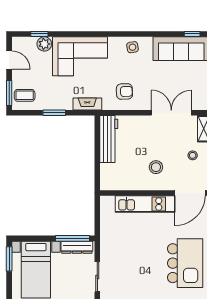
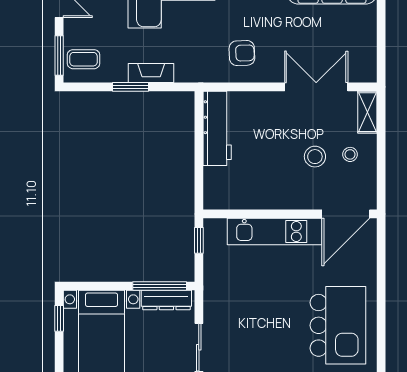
fireplace: (87, 104) -> (151, 73), moved
stool: (156, 167) -> (315, 157), moved
window: (97, 210) -> (199, 240), added
window: (9, 259) -> (59, 318), width x0.67

